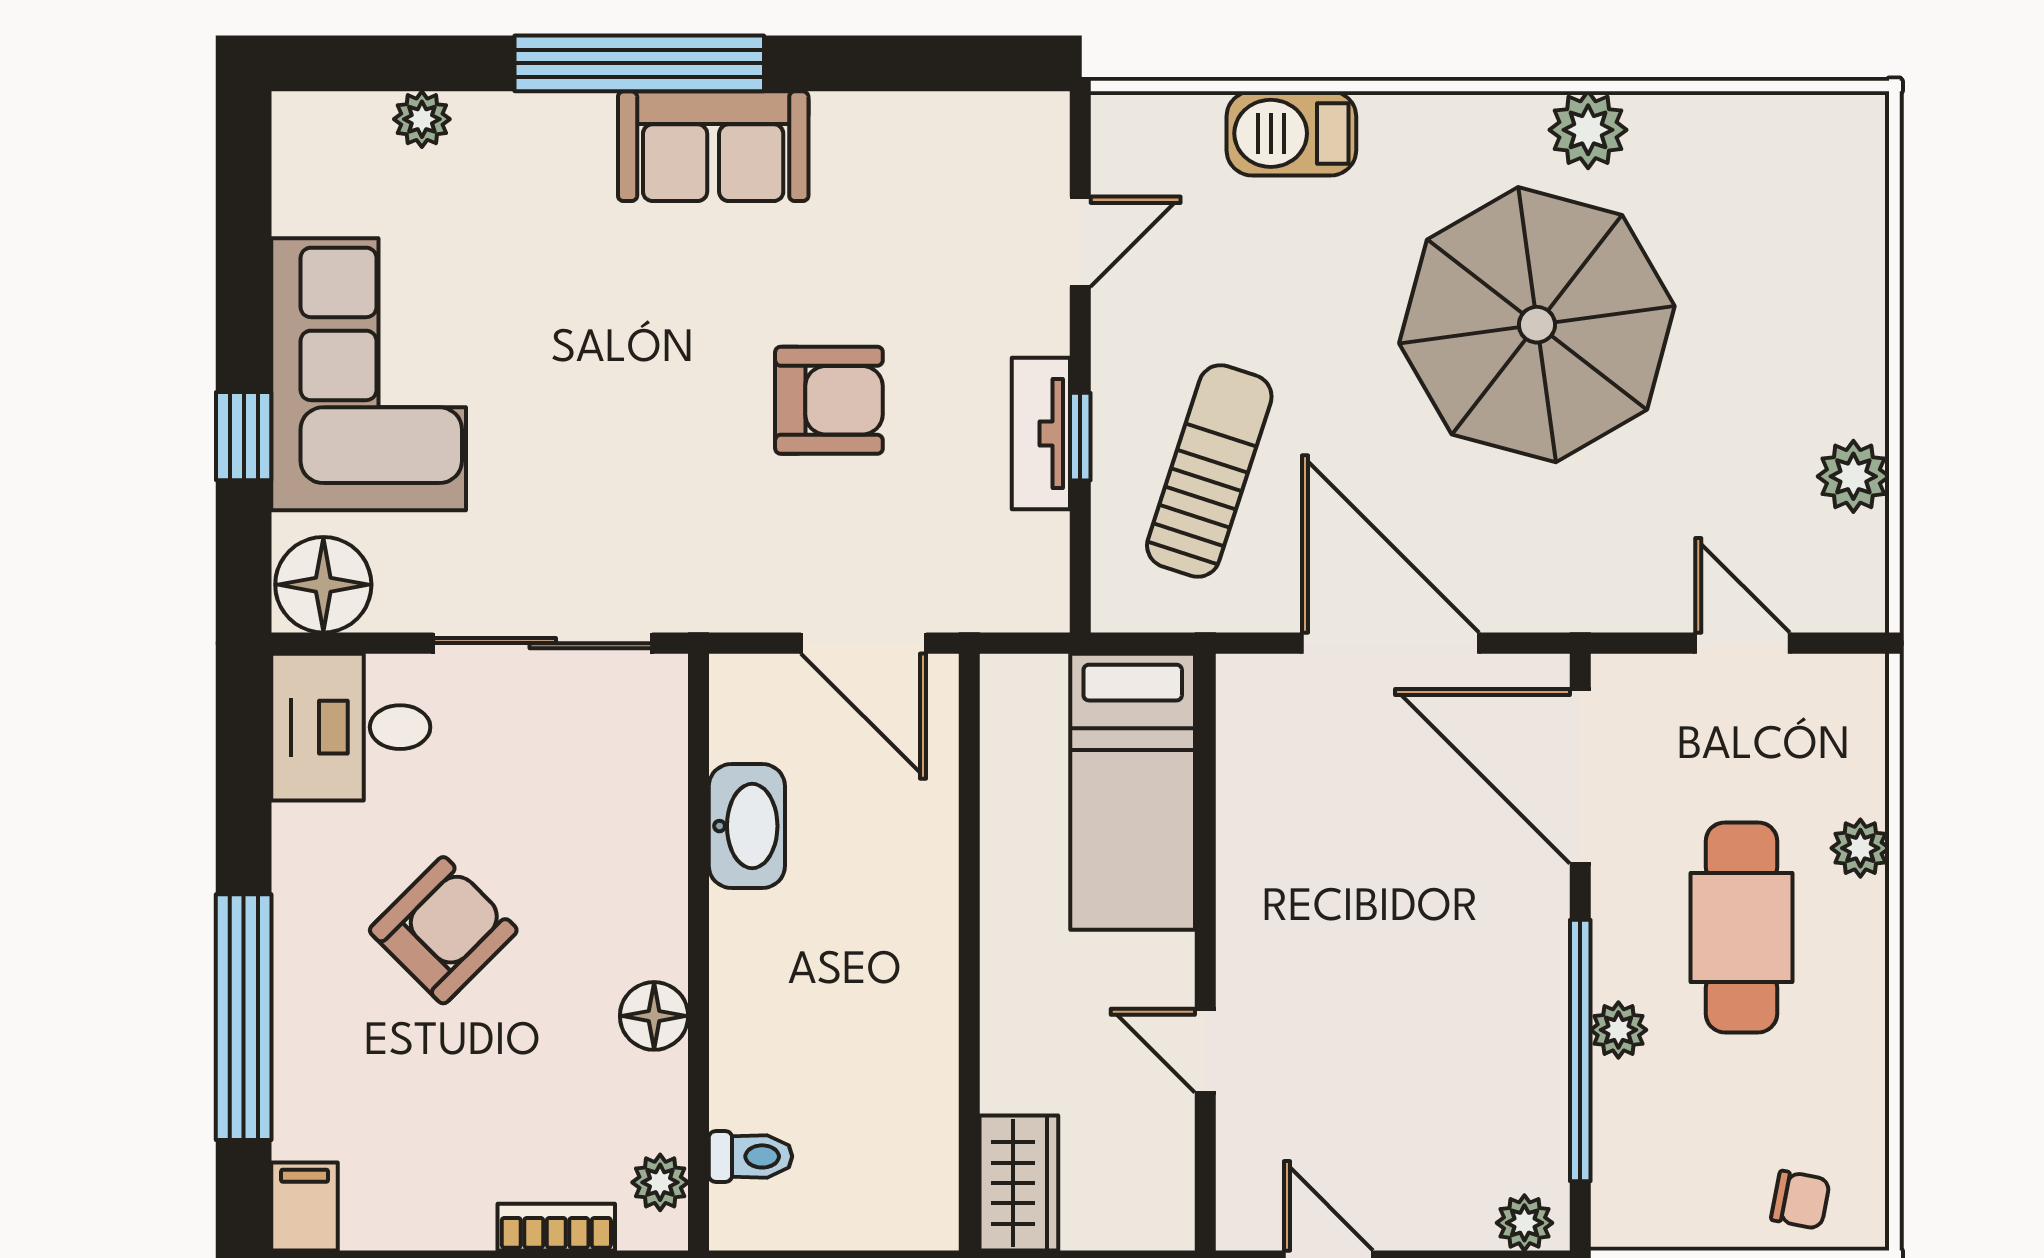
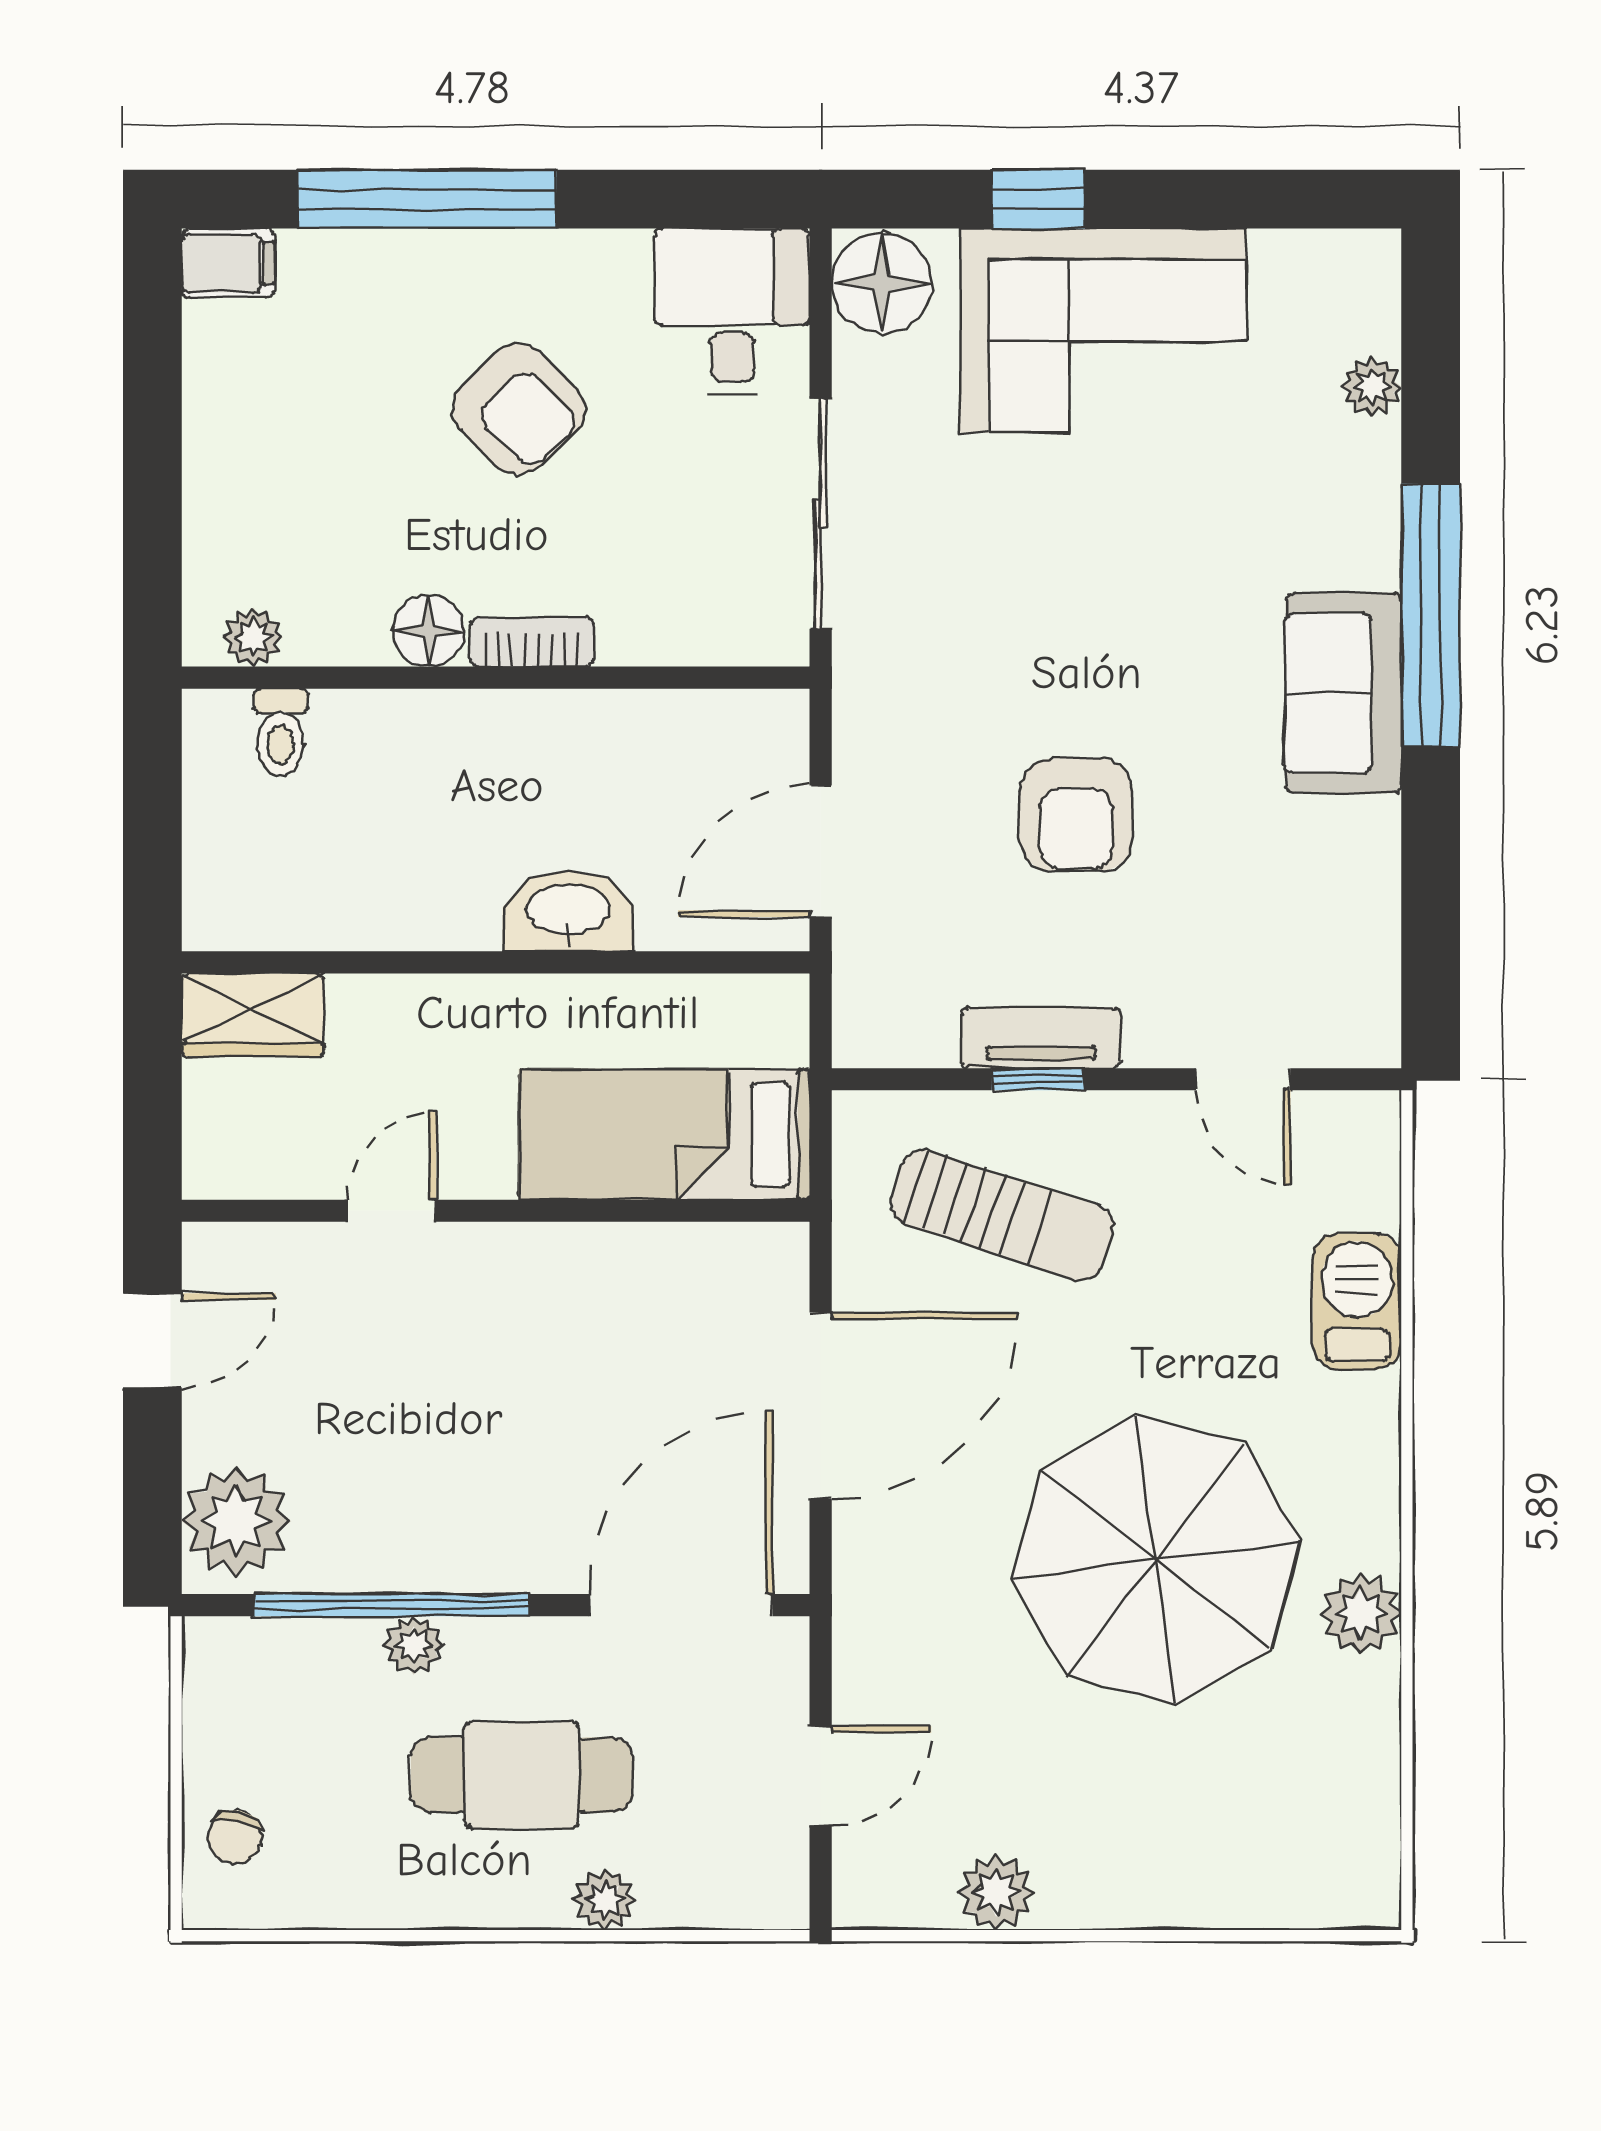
washbasin: (747, 826) -> (568, 911), moved, turned 180
plant: (1524, 1223) -> (236, 1521), width x1.88, depth x1.88
bookcase: (556, 1227) -> (532, 642), moved, turned -90

